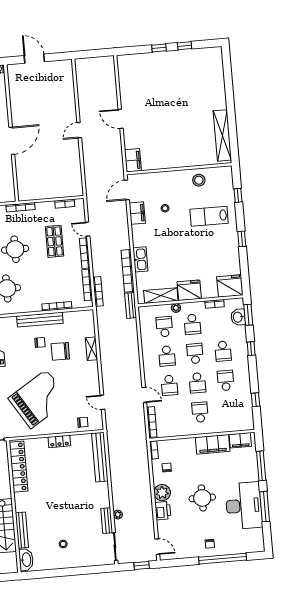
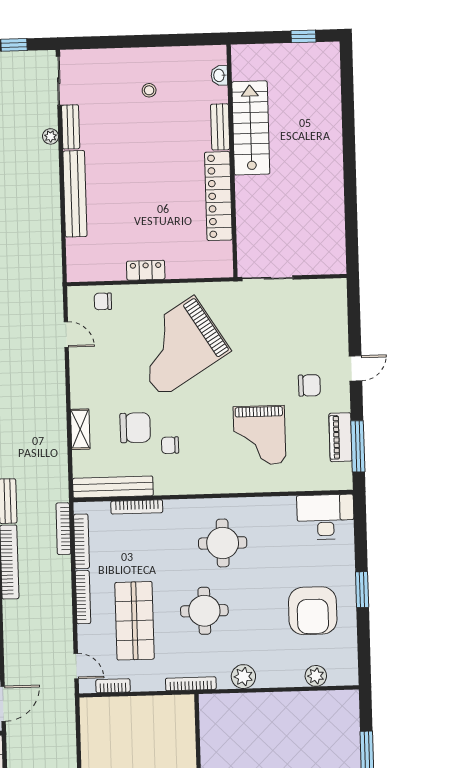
door: (88, 229) -> (76, 666), moved
shop shelf: (55, 241) -> (135, 621), width x1.43, depth x1.36
bench: (40, 320) -> (113, 487), moved
bench: (100, 457) -> (75, 194), moved
locker: (19, 467) -> (218, 196), moved
bench: (22, 530) -> (220, 127), width x0.73
washbasin: (26, 560) -> (219, 75), width x0.52, depth x0.69

